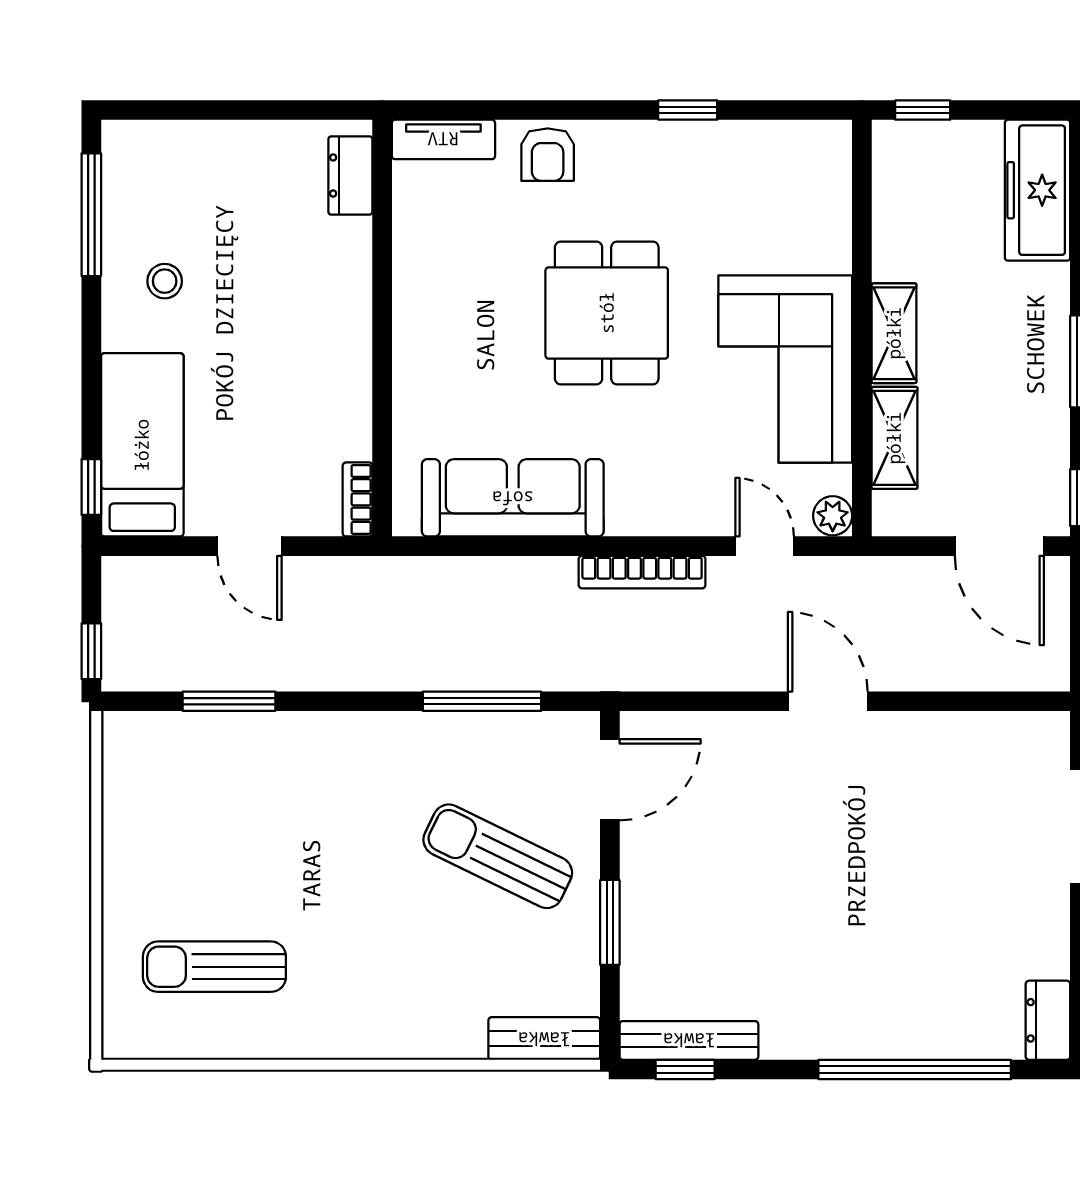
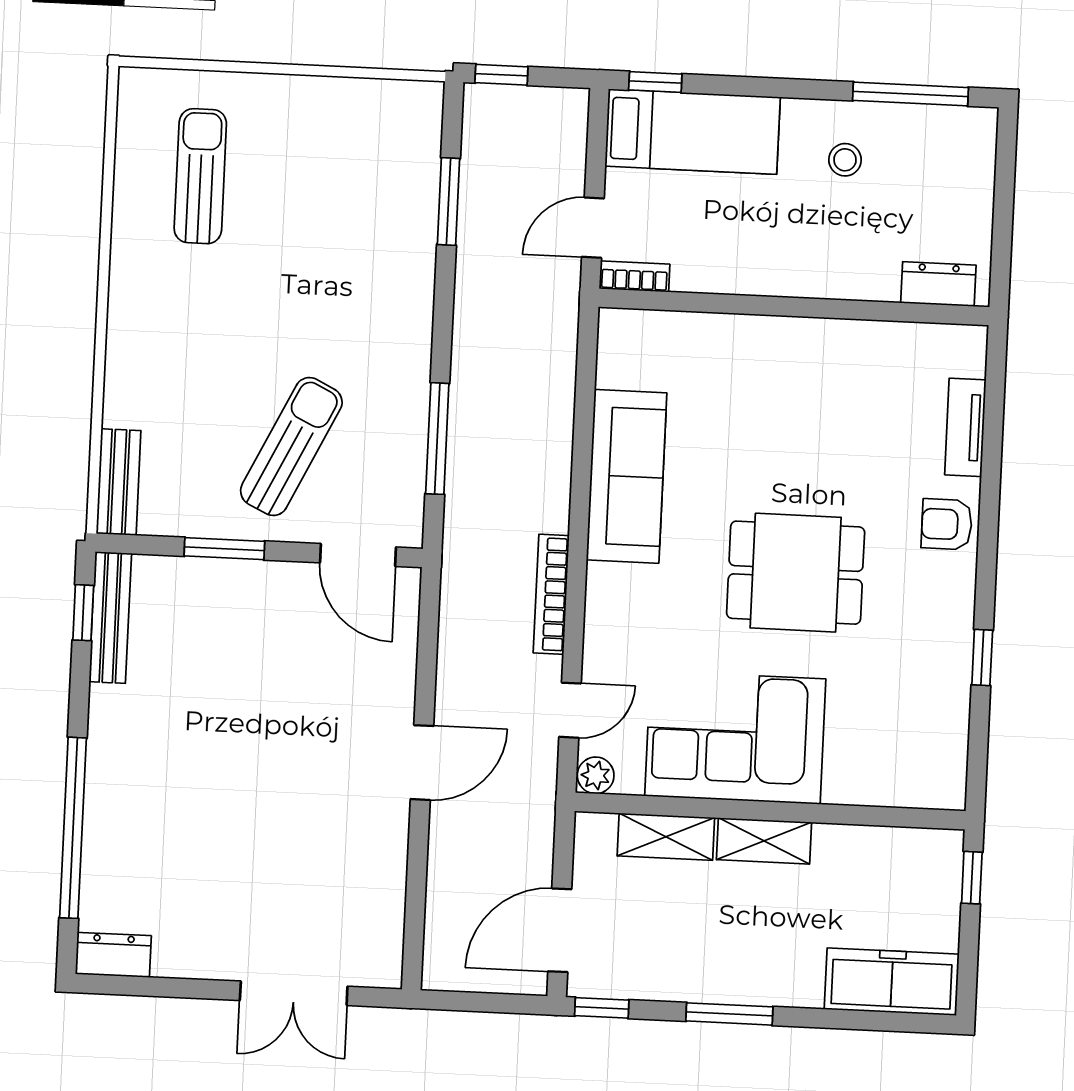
dresser: (350, 175) -> (938, 284), moved
wall: (382, 328) -> (794, 307), moved
bookcase: (358, 499) -> (634, 276), moved

